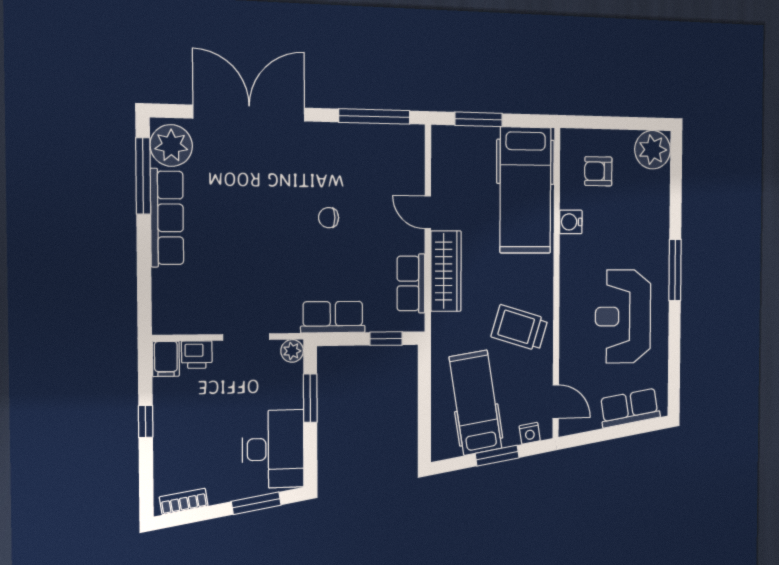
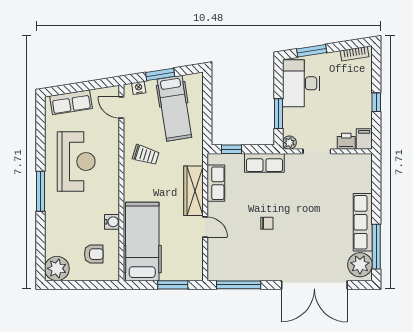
trolley: (520, 328) -> (146, 155), width x0.73, depth x0.72

